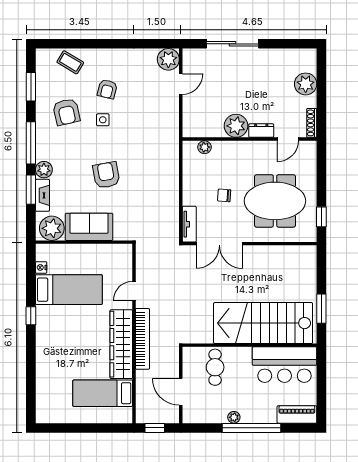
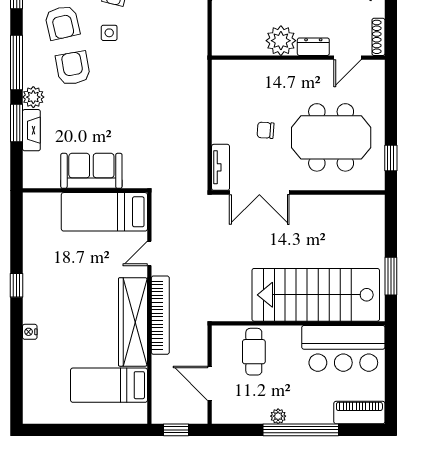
plant: (205, 147) -> (240, 68), removed
armchair: (106, 175) -> (73, 68), moved
plant: (52, 228) -> (43, 173), removed
nightstand: (41, 267) -> (30, 332), moved
bed: (69, 290) -> (104, 212), moved, turned 180

